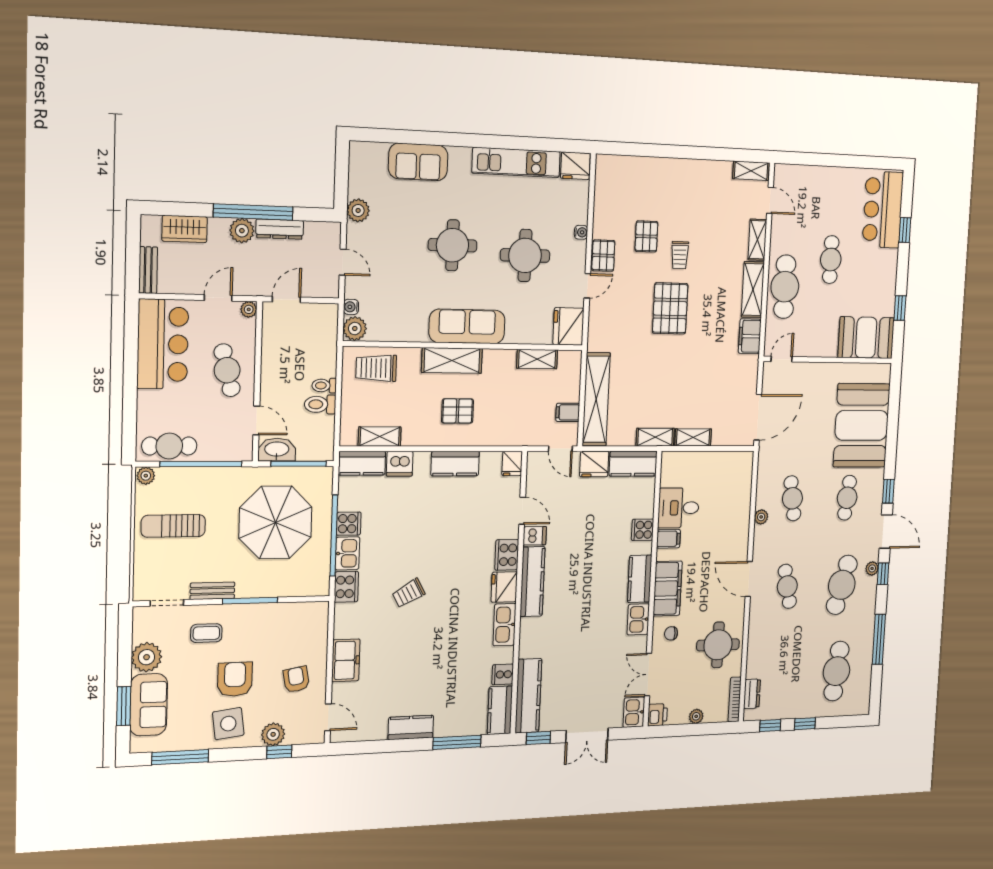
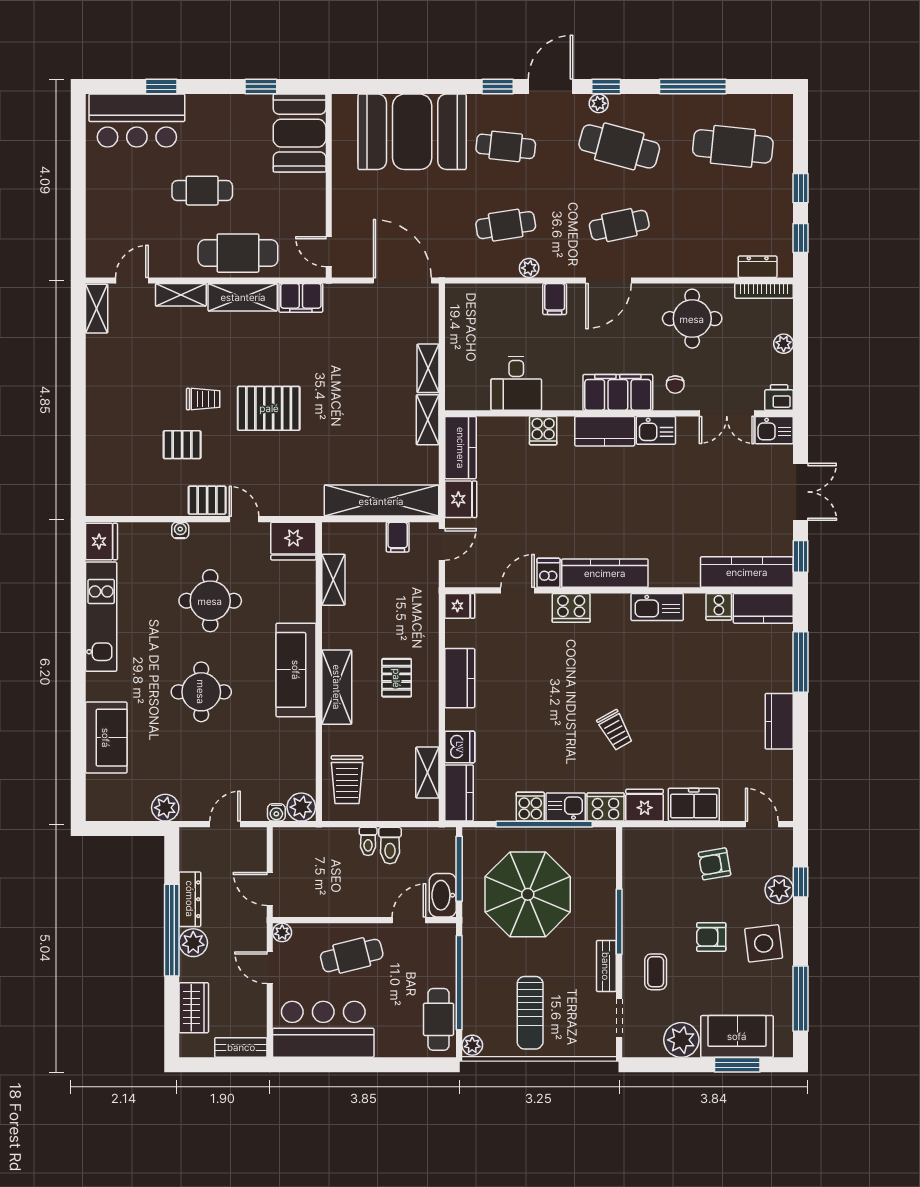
filing cabinet: (668, 539) -> (555, 299), moved, turned 180
fridge: (504, 587) -> (645, 805), moved, turned 180
armchair: (235, 679) -> (711, 937), width x0.72, depth x0.72
door: (328, 717) -> (762, 824), hinge flipped

